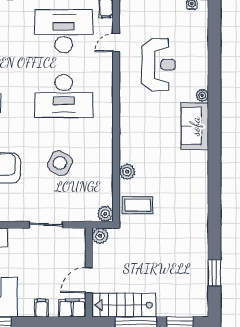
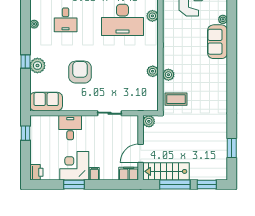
plant: (105, 91) -> (152, 16), added
side table: (60, 163) -> (120, 68), removed
plant: (105, 214) -> (153, 71), moved
filing cabinet: (42, 308) -> (94, 174), moved

